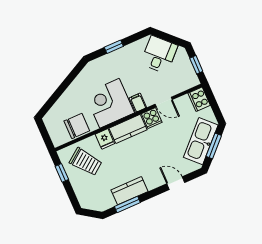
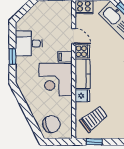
desk: (159, 55) -> (29, 43), moved, turned -45
door: (164, 102) -> (74, 36), hinge flipped
chair: (77, 126) -> (51, 124), moved, turned 71

